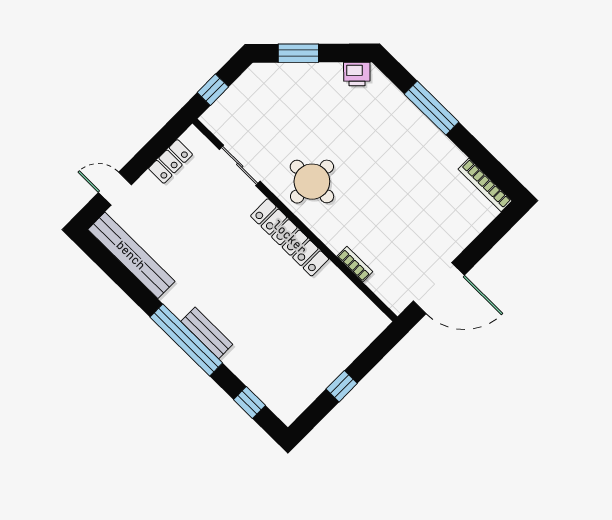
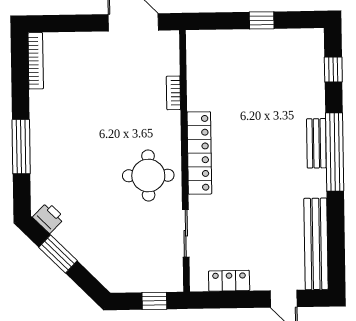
window: (298, 53) -> (58, 254), moved

